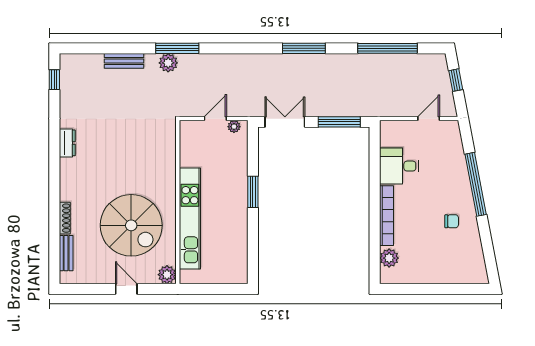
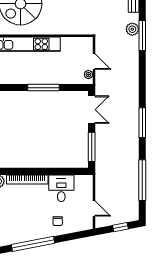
window: (476, 184) -> (33, 244), moved
window: (253, 192) -> (44, 88), width x1.44
chair: (452, 221) -> (58, 221), moved

